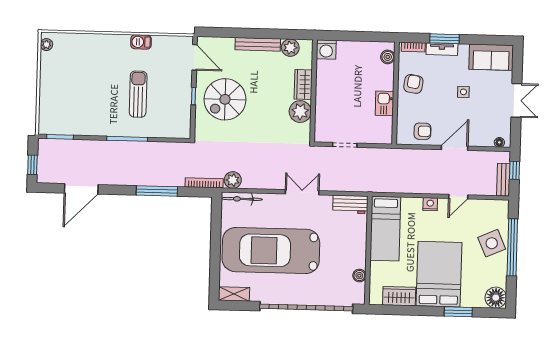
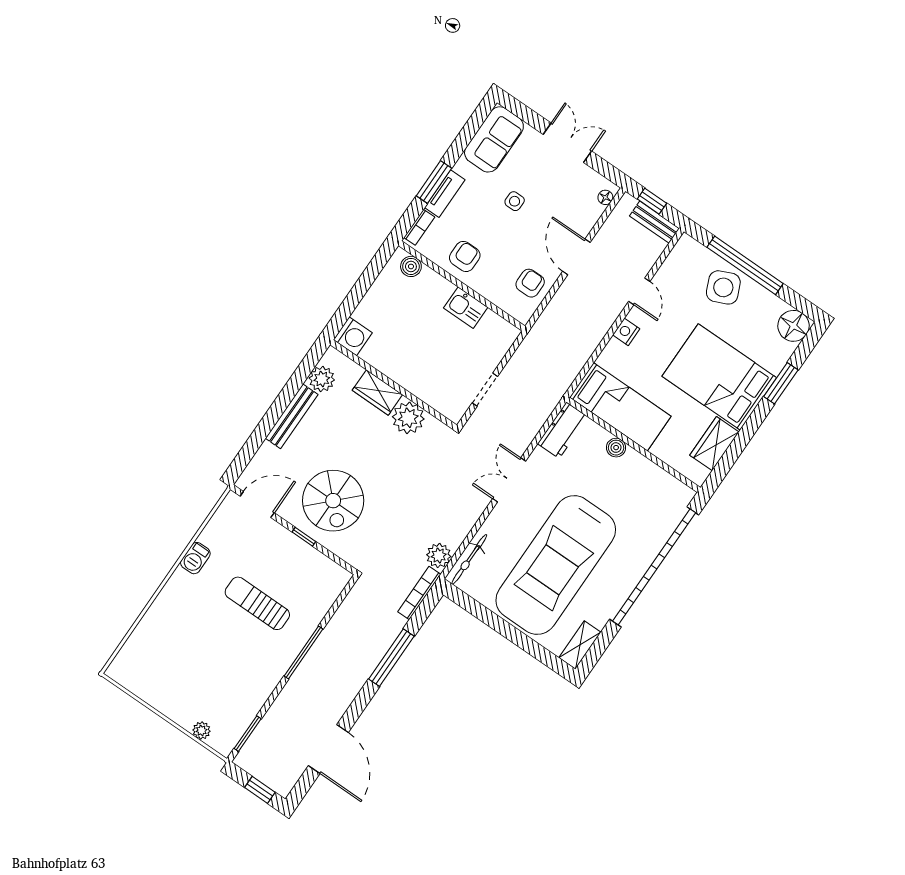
plant: (46, 45) -> (201, 731), moved
armchair: (413, 84) -> (465, 256), turned 81
boiler: (359, 276) -> (616, 448), moved

